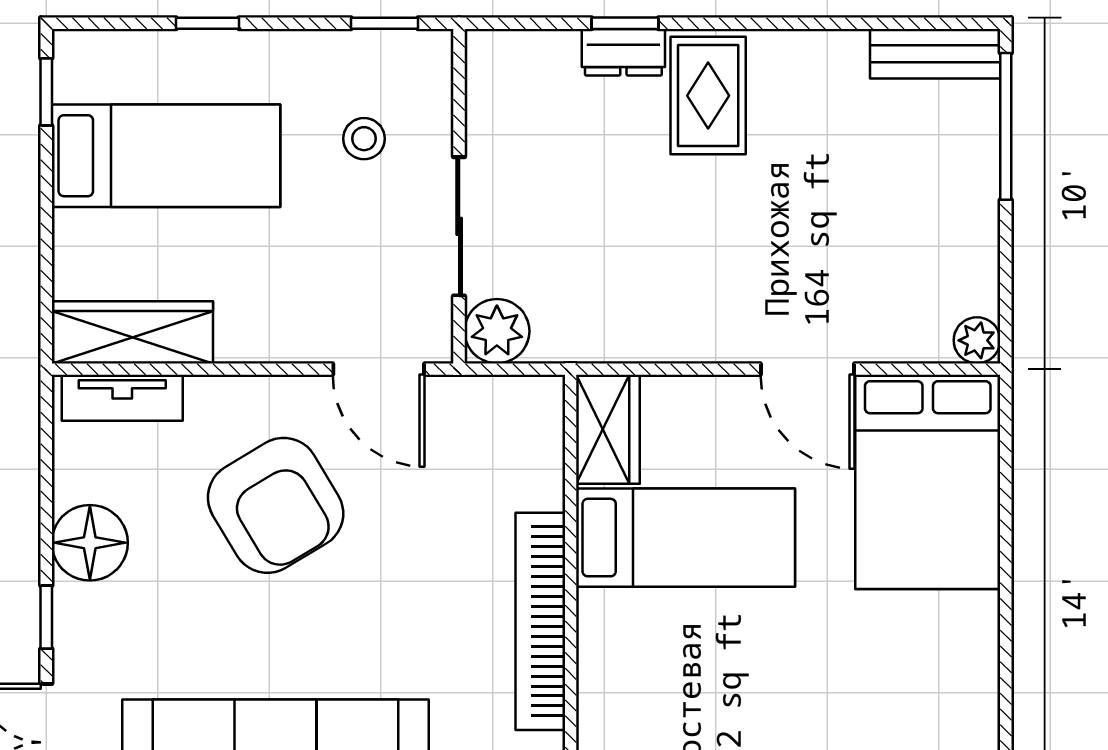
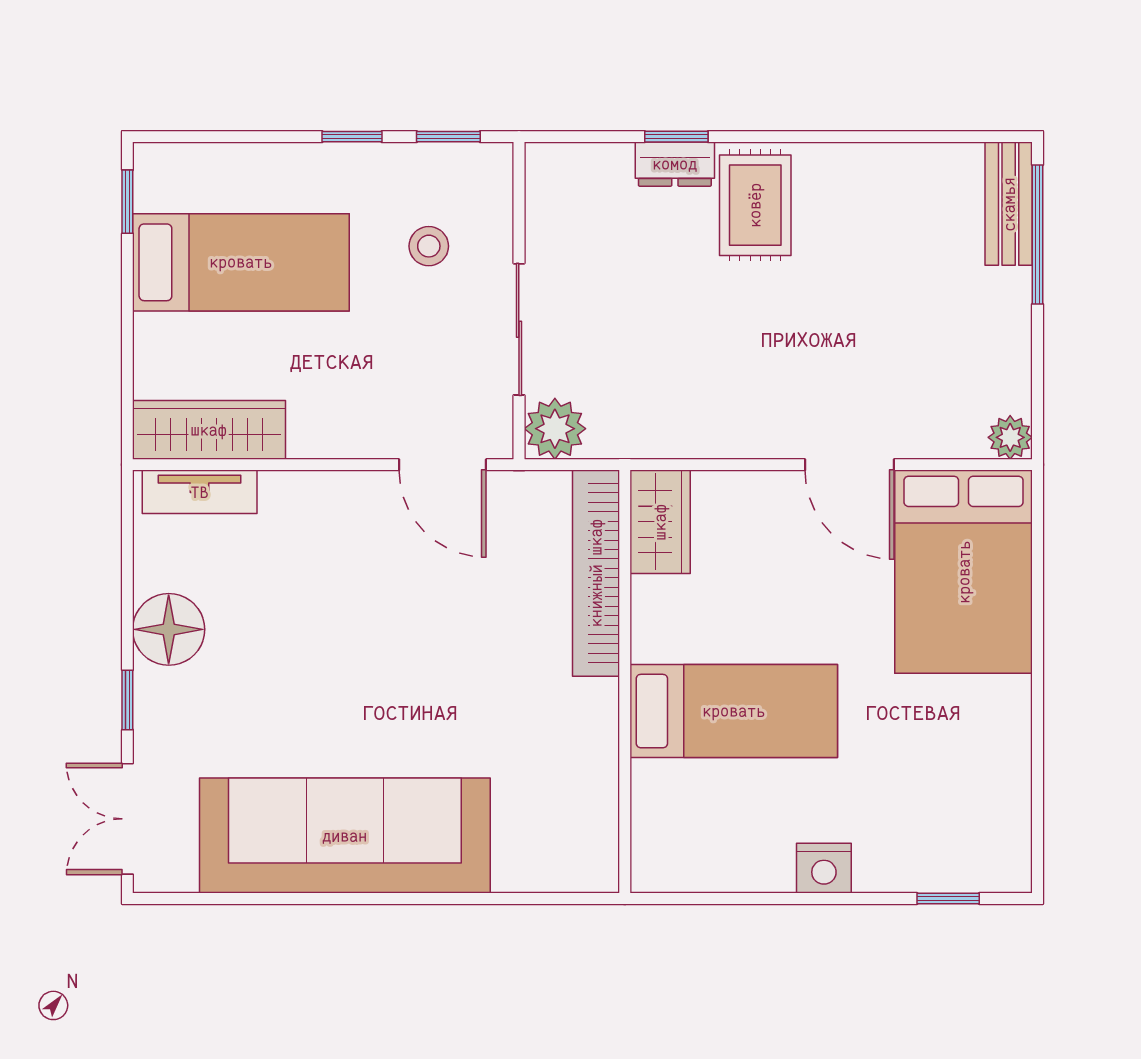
window: (208, 23) -> (352, 137), moved
bench: (935, 54) -> (1009, 204), moved, turned 90
armchair: (276, 505) -> (345, 594), removed
bed: (686, 538) -> (734, 711), moved
bookcase: (540, 621) -> (596, 573), moved

